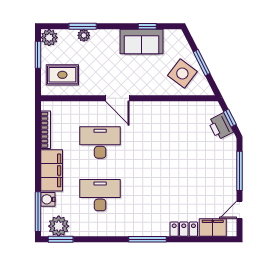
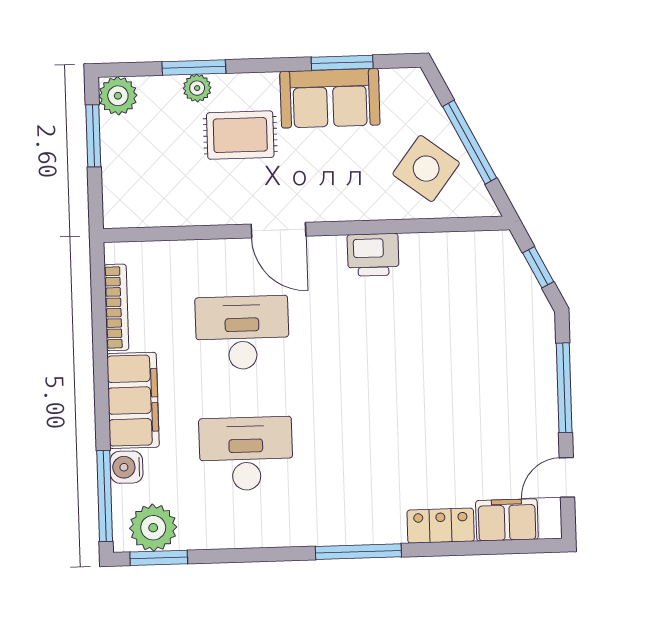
window: (147, 26) -> (342, 63), width x1.50
window: (202, 63) -> (470, 142), width x1.44
rug: (62, 75) -> (240, 135), moved
printer: (221, 126) -> (373, 255), moved, turned -63

